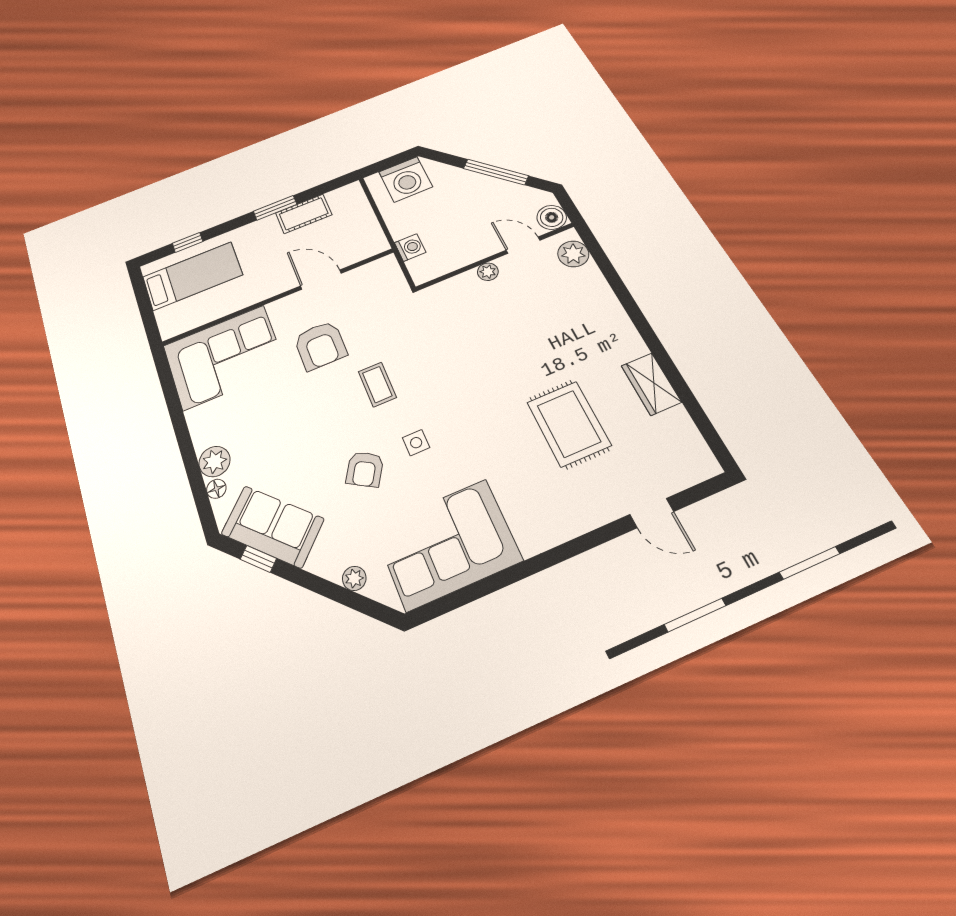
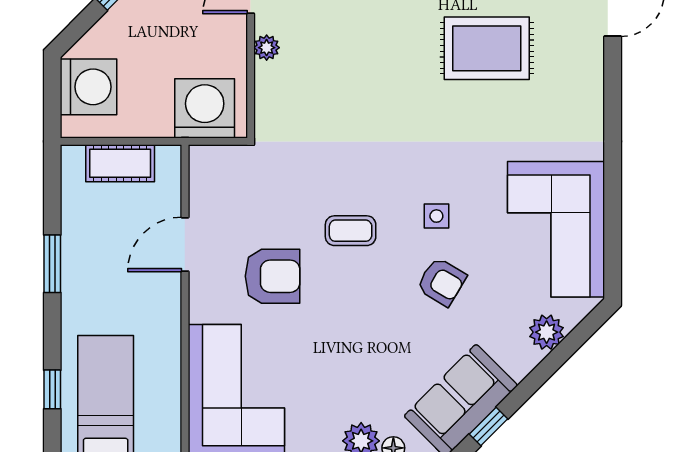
cot: (304, 214) -> (120, 163), moved, turned 90
washing machine: (410, 247) -> (205, 108), width x1.89, depth x1.89
plant: (354, 578) -> (547, 332), width x1.38, depth x1.38

